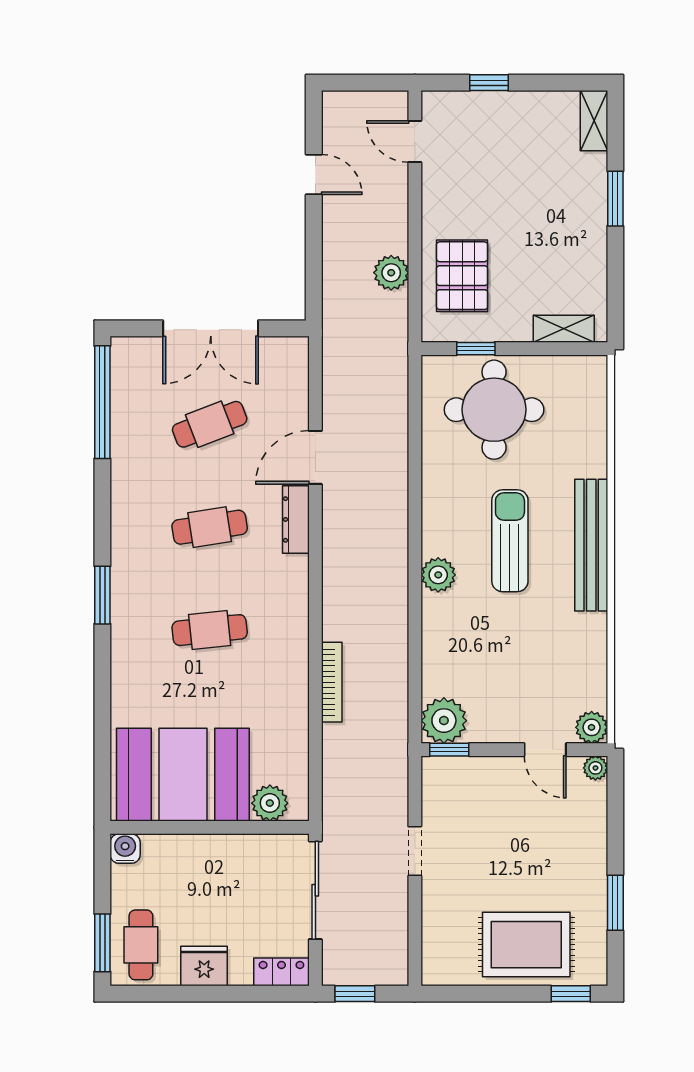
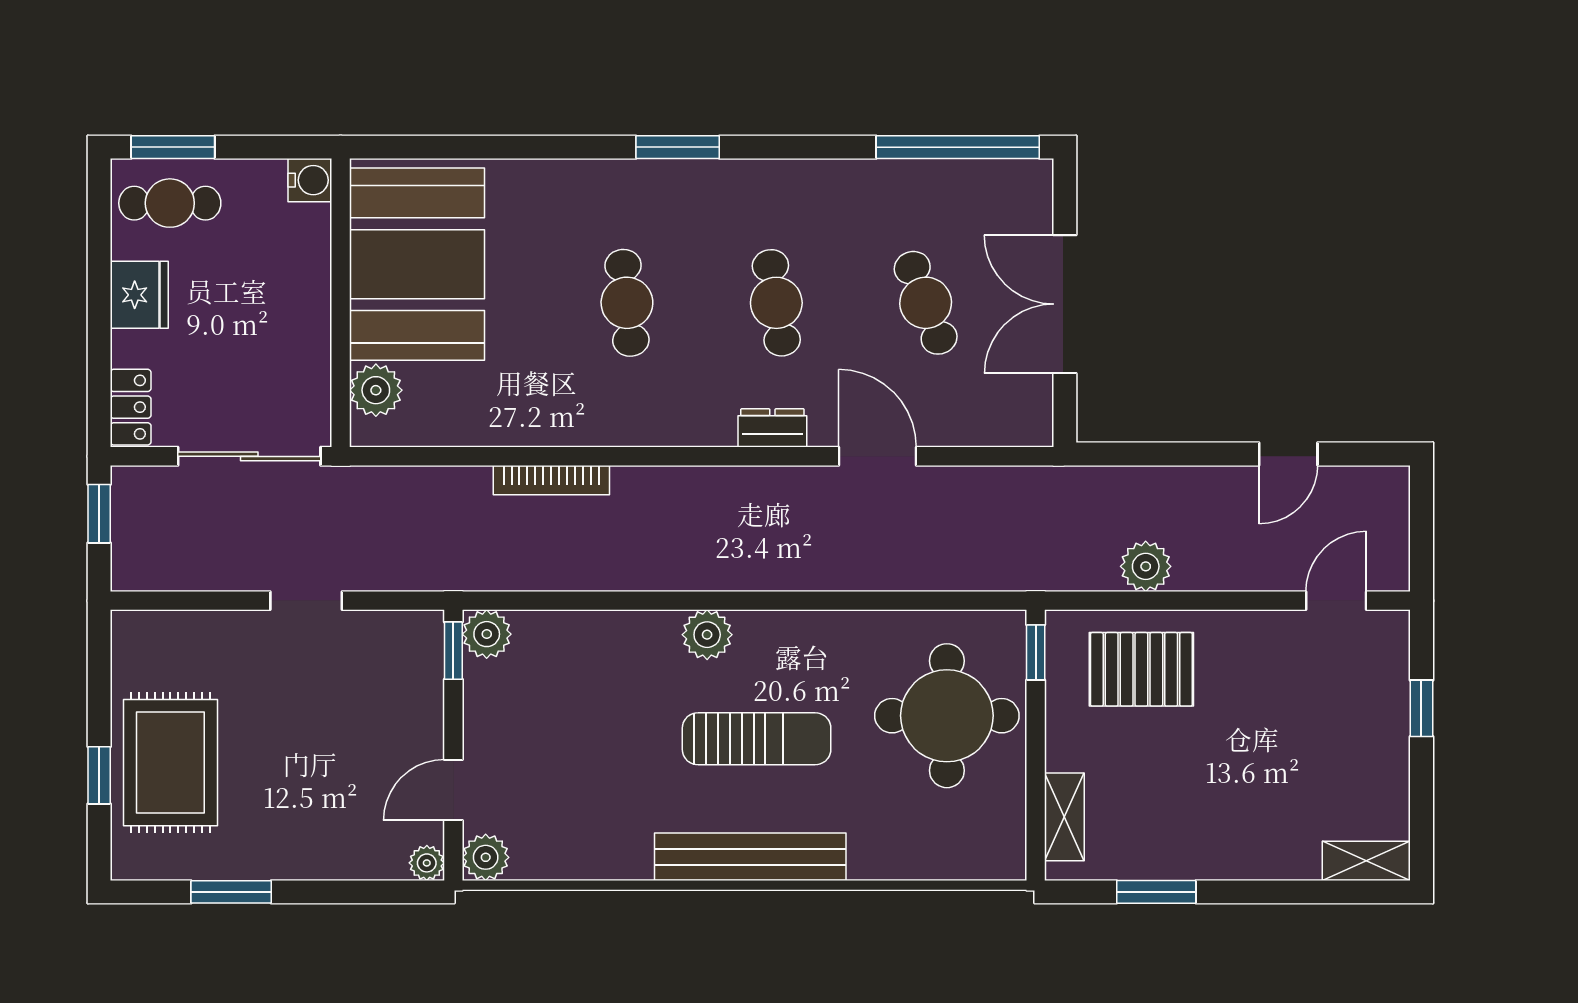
window: (615, 199) -> (1156, 892), moved
window: (476, 349) -> (1036, 652), moved
dresser: (296, 519) -> (772, 428), width x0.70
plant: (444, 721) -> (487, 634), width x0.73, depth x0.73
window: (571, 994) -> (99, 775), moved

